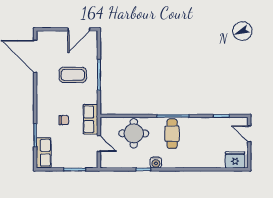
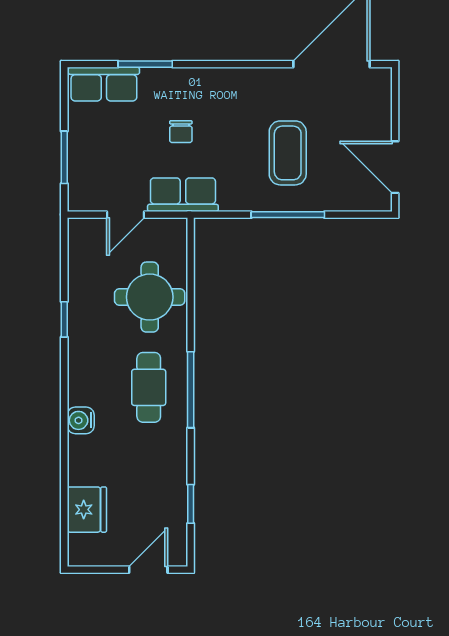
cafe table: (172, 134) -> (149, 387), turned 90
fridge: (235, 160) -> (87, 510), moved
water cooler: (156, 163) -> (81, 420), moved

